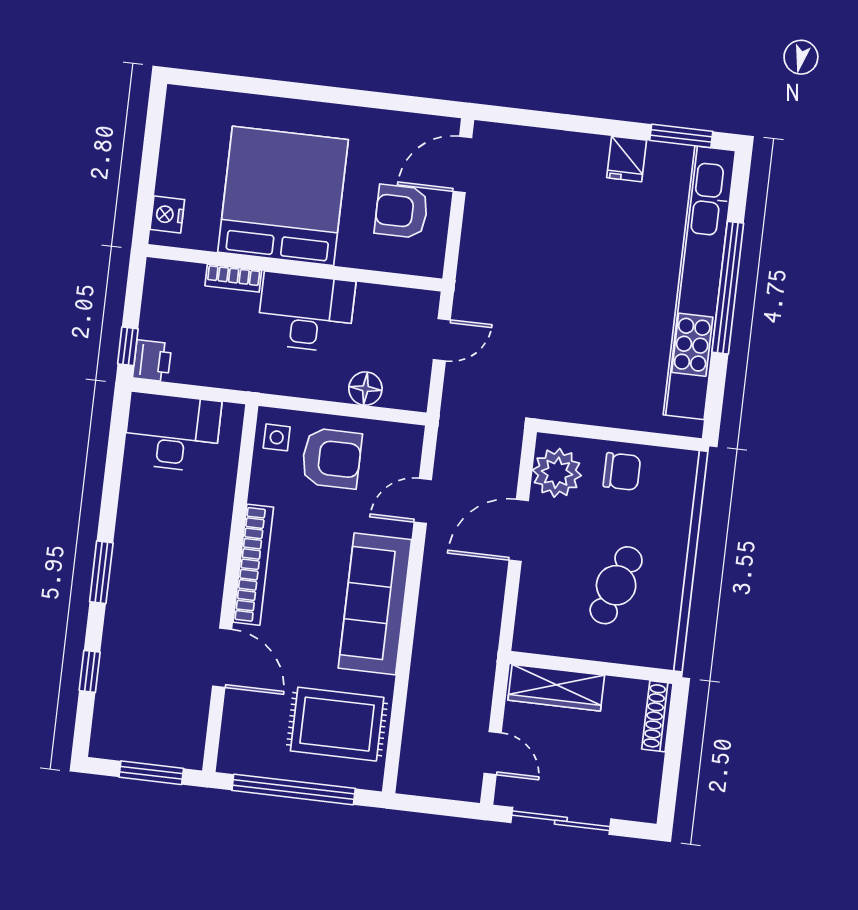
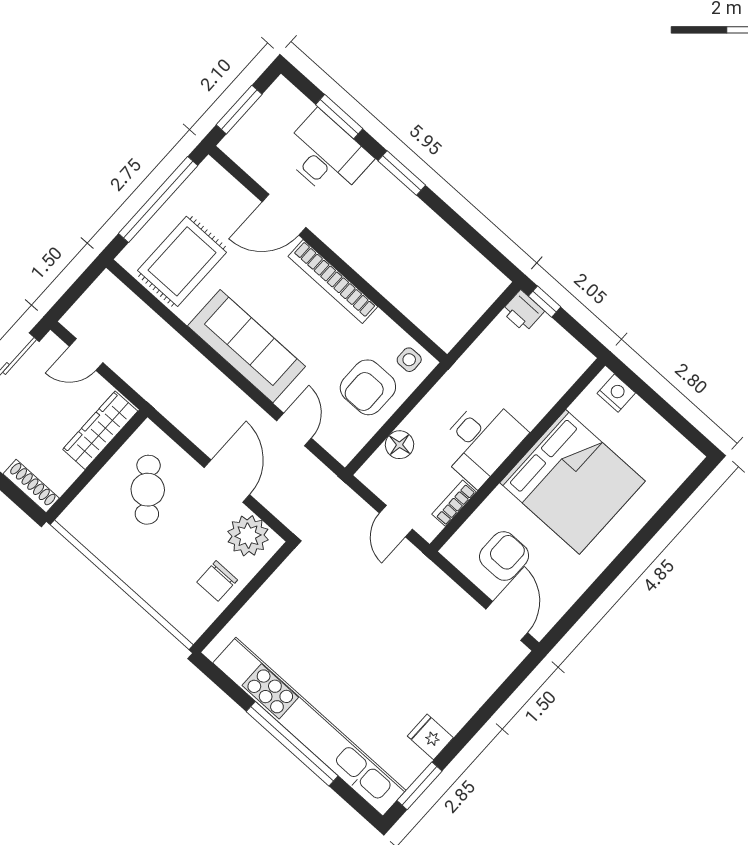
bookcase: (233, 278) -> (454, 503), moved
desk: (172, 432) -> (326, 155), moved, turned -90
cafe table: (616, 585) -> (148, 490), moved, turned 31
window: (90, 671) -> (339, 117), width x1.50

